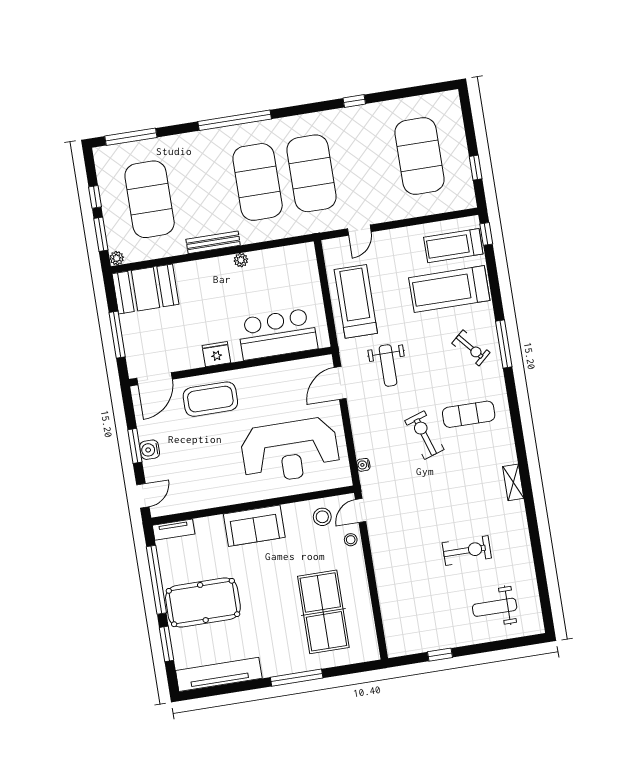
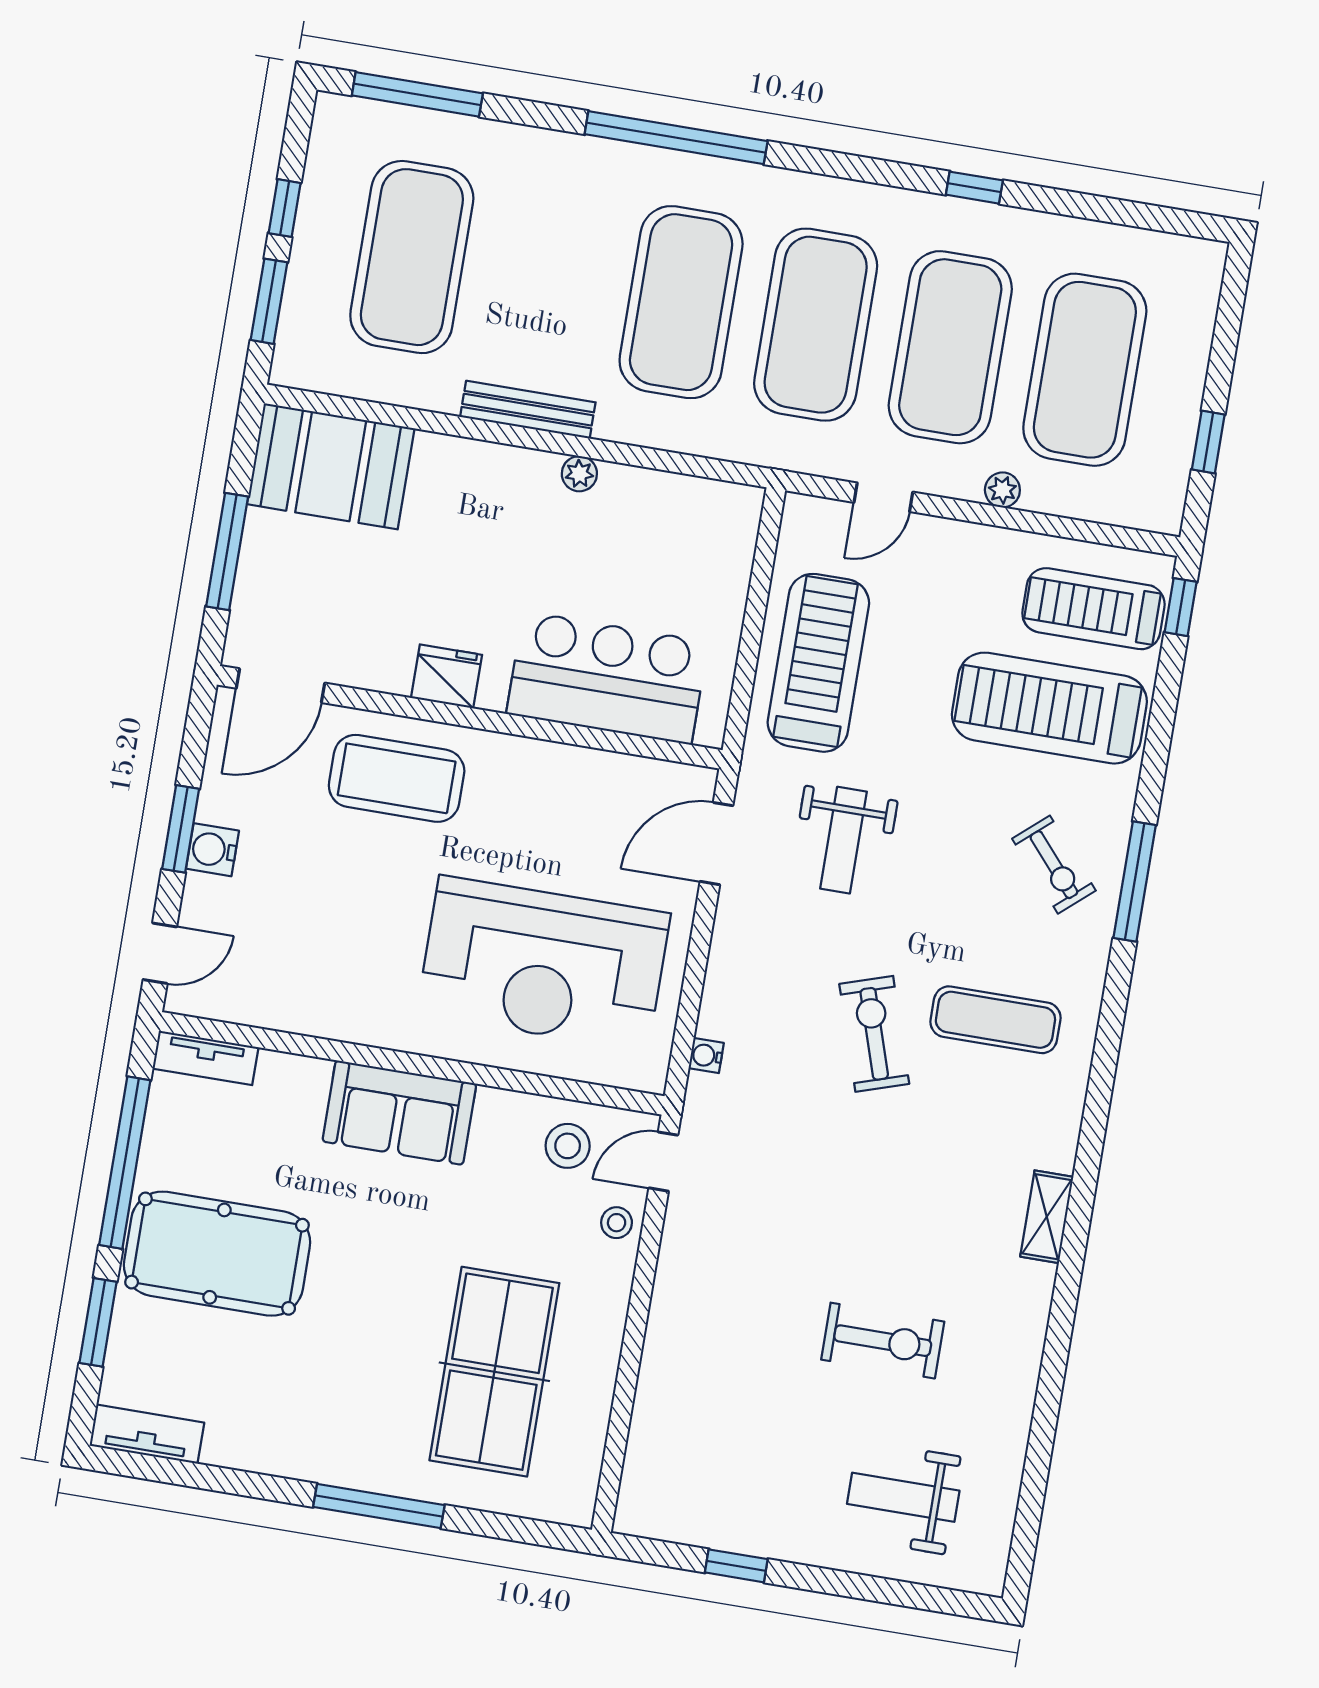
exercise mat: (366, 165) -> (950, 347), added
plant: (117, 258) -> (1002, 490), moved
tv unit: (219, 674) -> (147, 1434), width x0.52, depth x0.78

